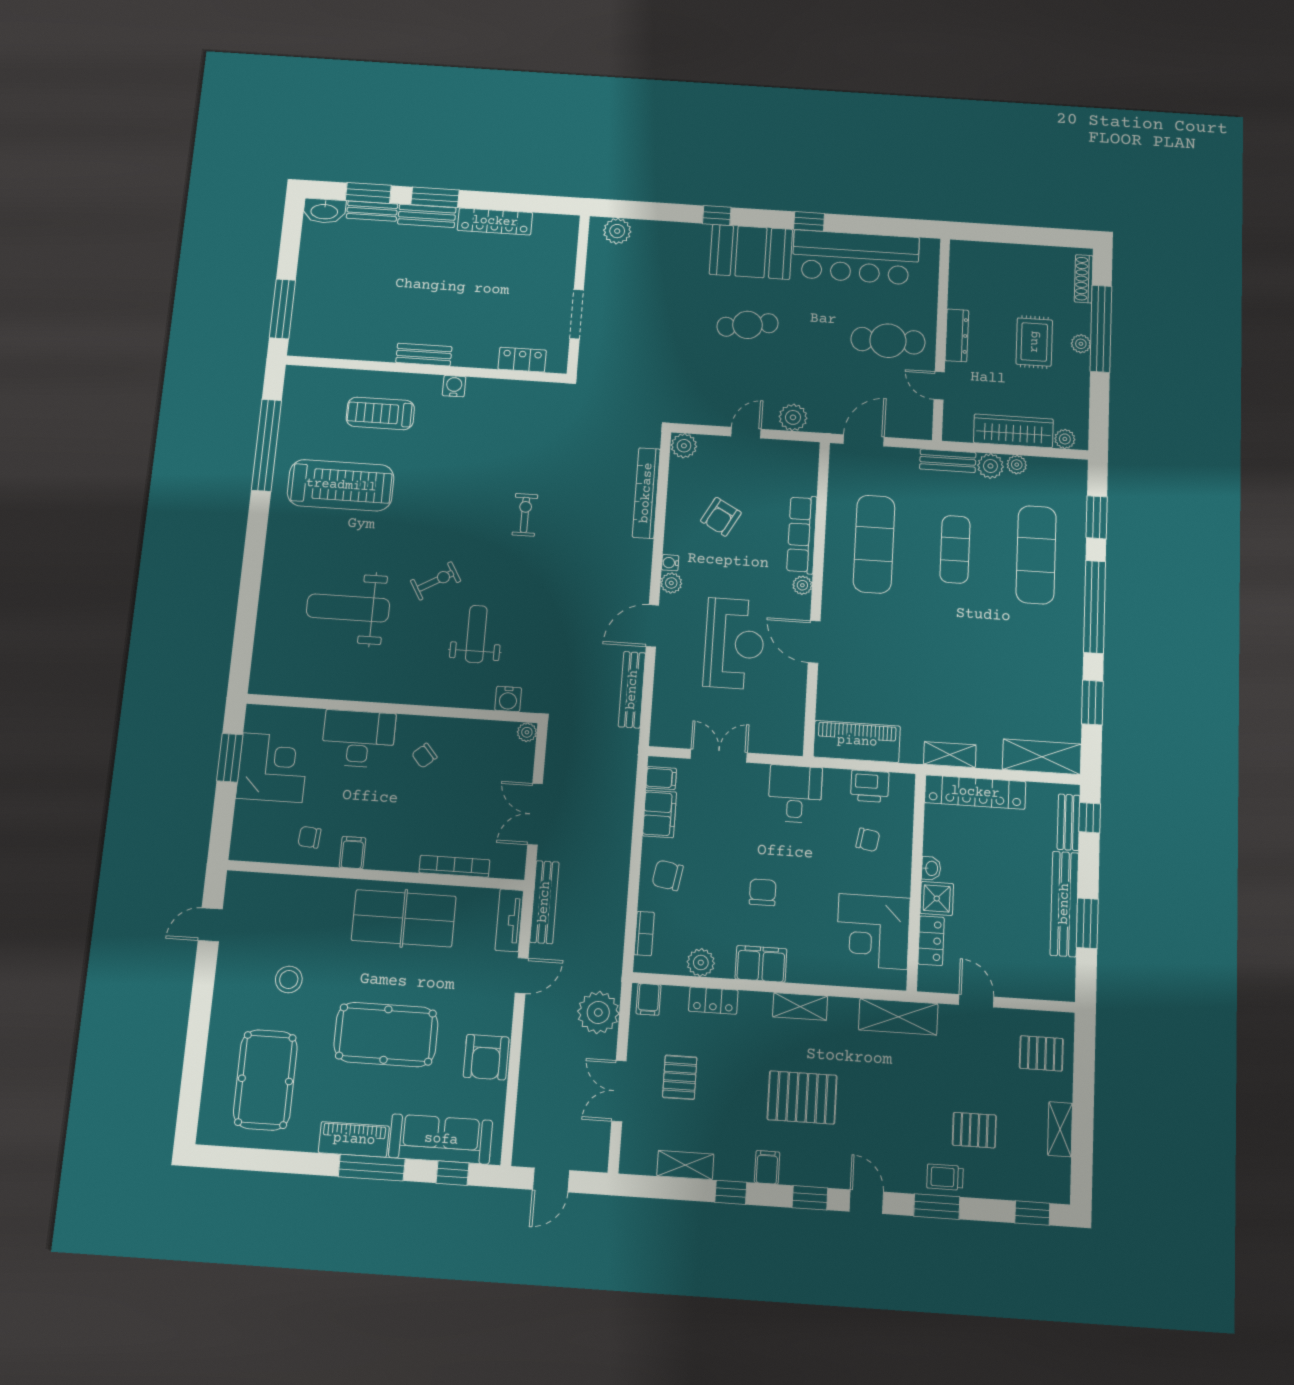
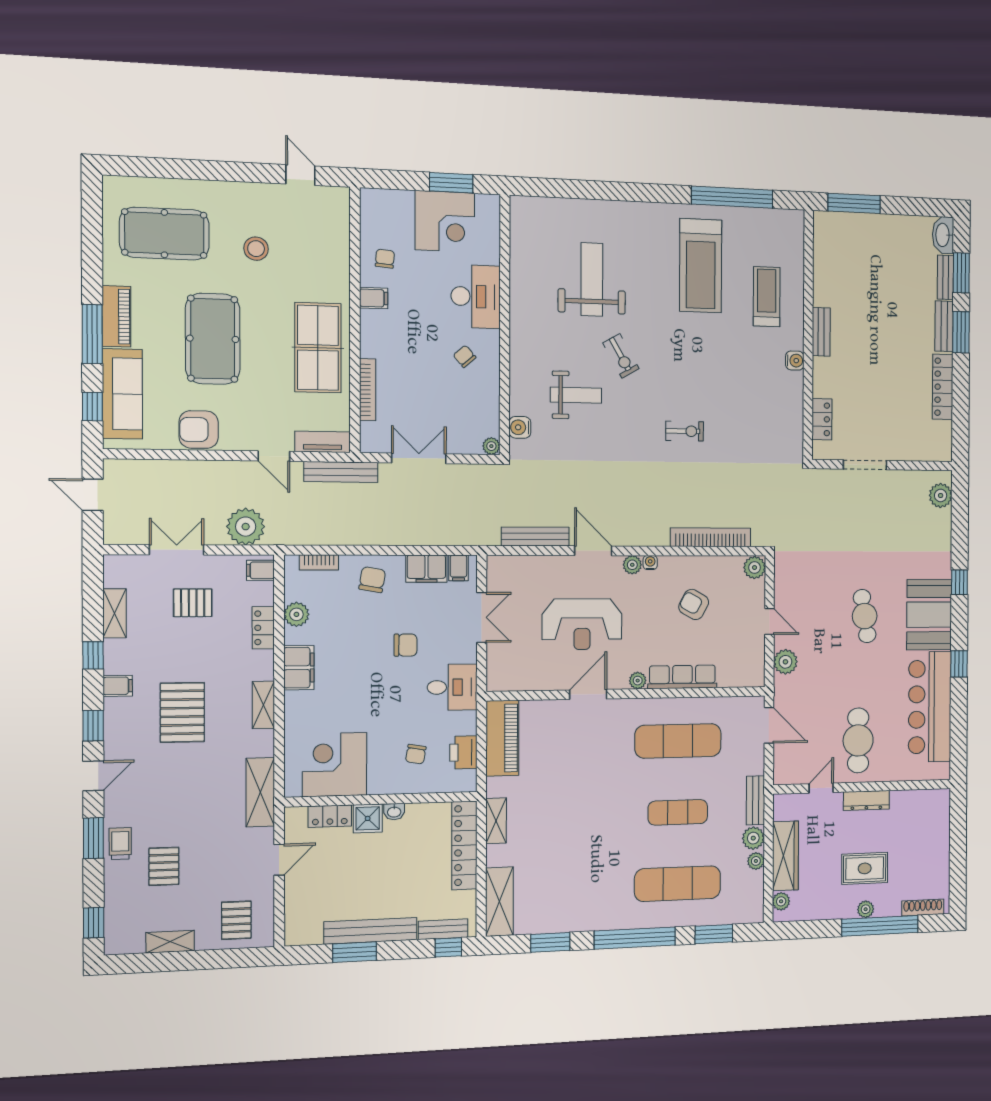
chair: (763, 892) -> (406, 645), moved

